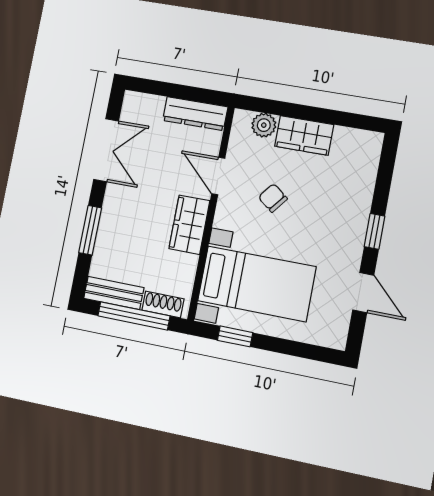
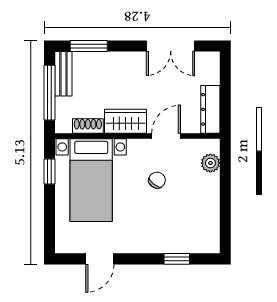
wardrobe: (304, 135) -> (208, 195), removed
window: (90, 230) -> (89, 46), moved
window: (374, 231) -> (177, 259), moved
shoe rack: (163, 304) -> (88, 126), moved, turned -90

